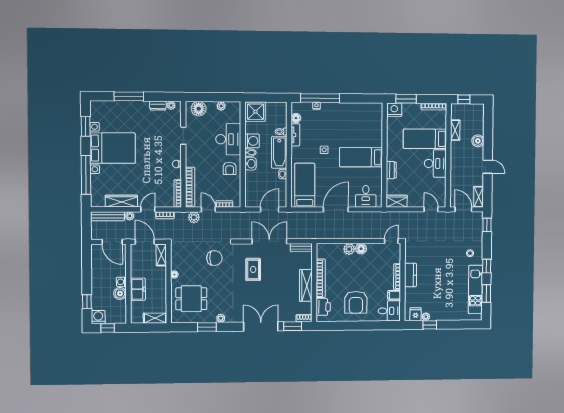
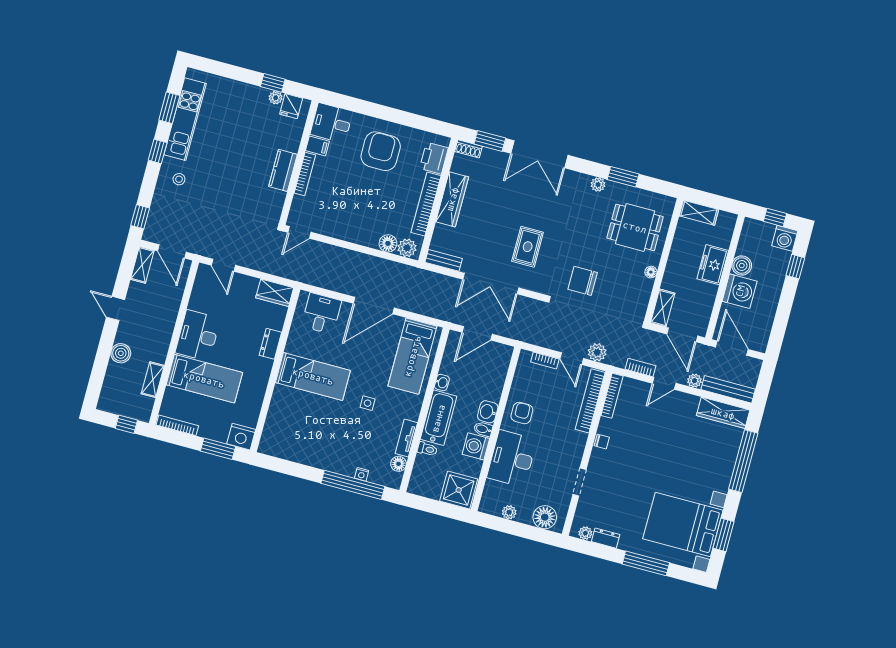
bed with nightstands: (113, 148) -> (683, 524), moved
wardrobe: (121, 201) -> (723, 413), moved
plant: (349, 249) -> (407, 248), moved
floor lamp: (361, 249) -> (388, 243), moved
washing machine: (121, 282) -> (740, 291), width x1.89, depth x1.89

